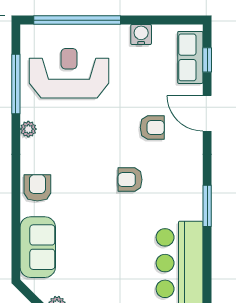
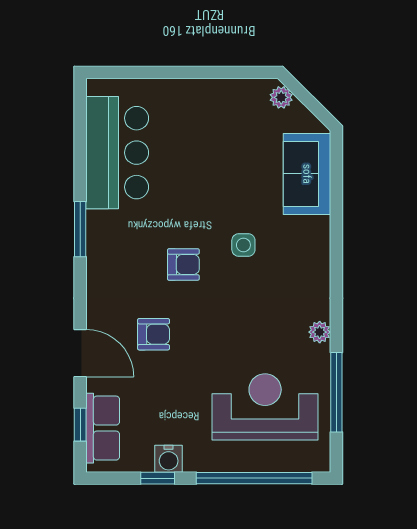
window: (149, 20) -> (158, 478), added
reception desk: (69, 73) -> (265, 407), turned 180
armchair: (152, 127) -> (154, 334), turned 180
armchair: (37, 188) -> (307, 253), removed
side table: (85, 194) -> (243, 245), added

